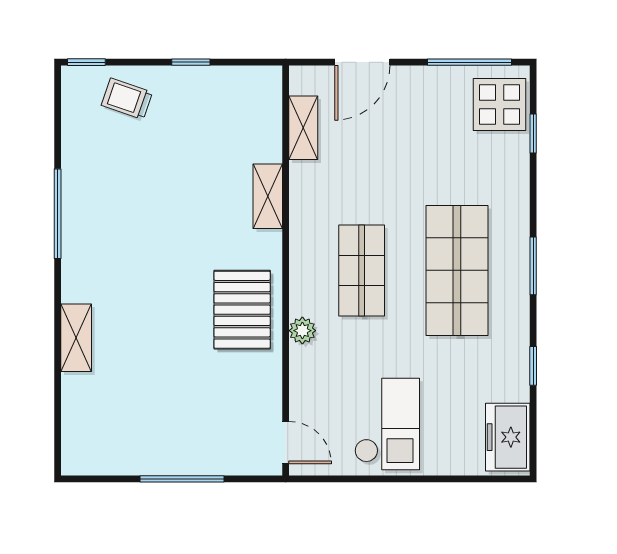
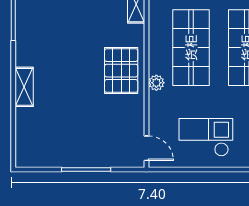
shop shelf: (362, 270) -> (191, 48), width x1.43, depth x1.36
checkout: (387, 424) -> (206, 137), turned -90

